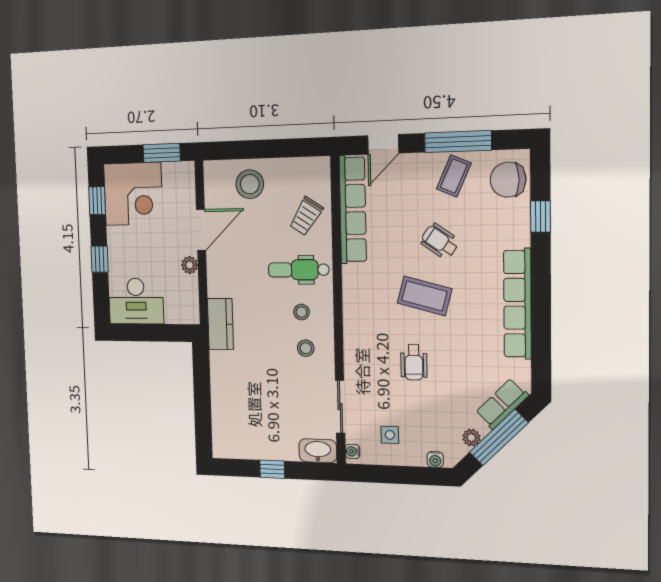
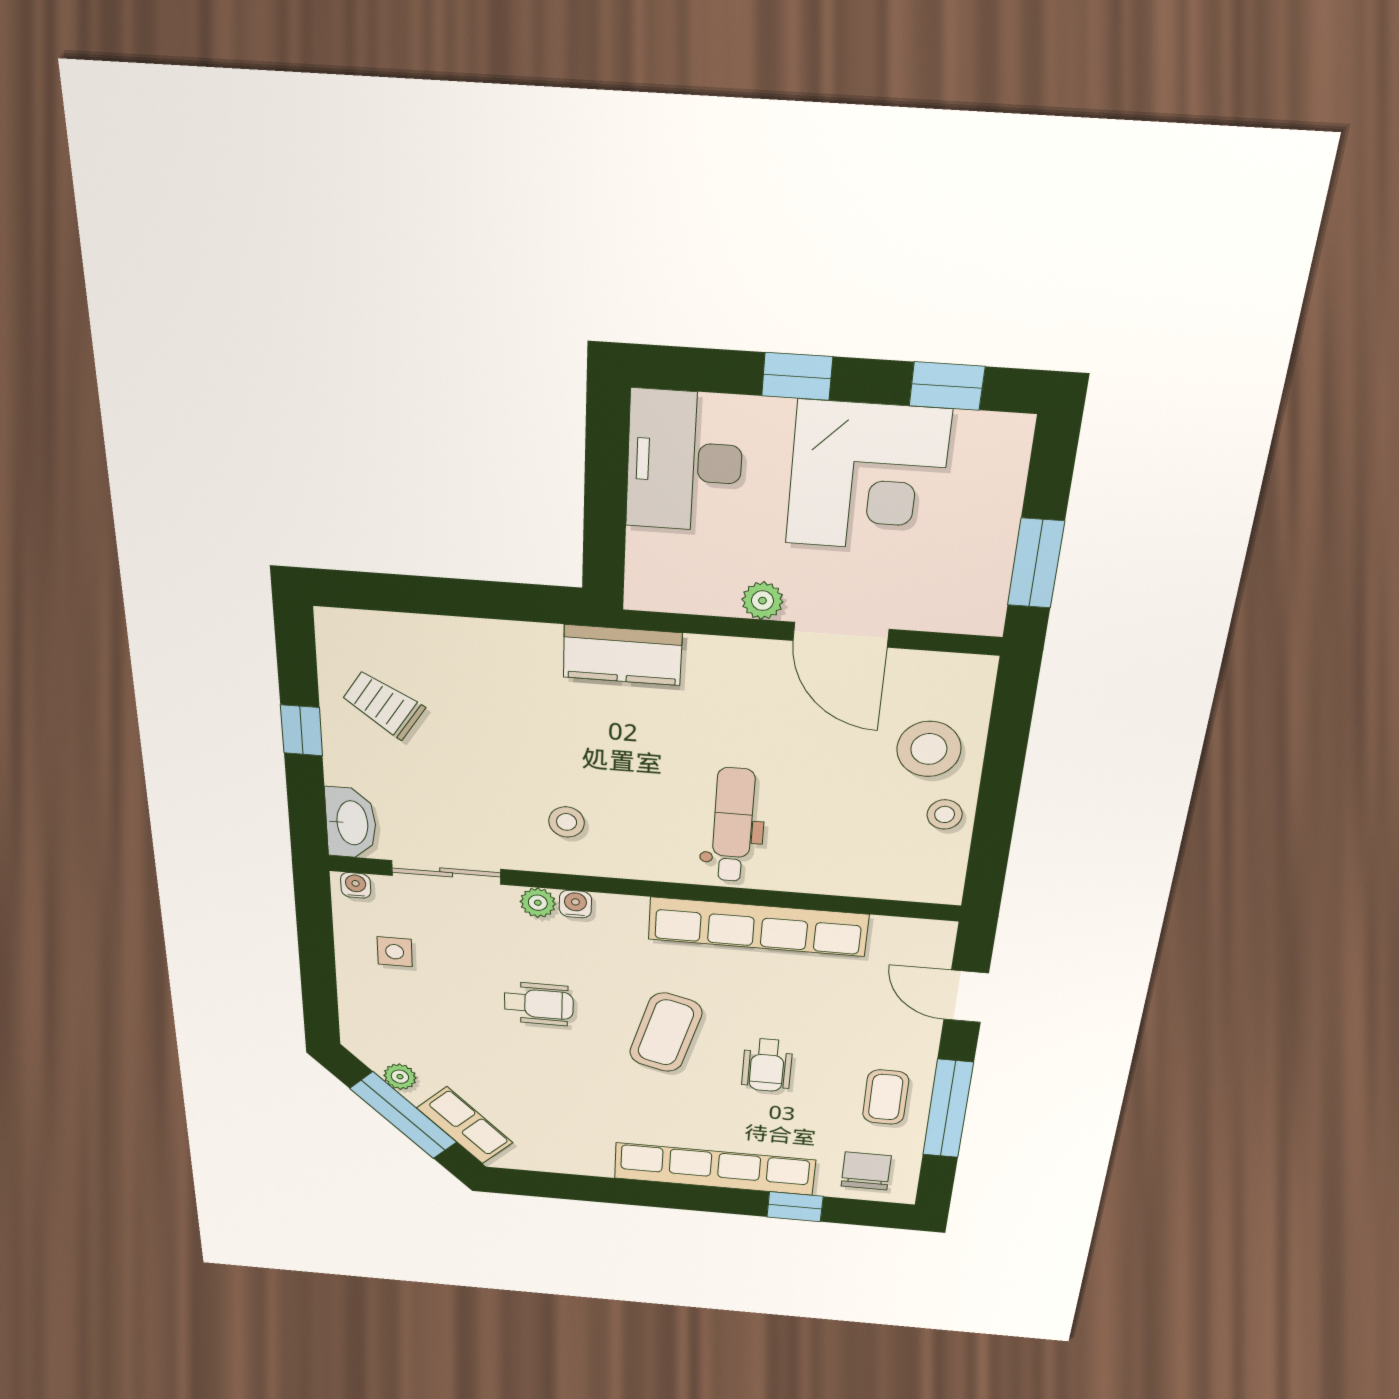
coffee table: (454, 176) -> (886, 1097), turned 66
chair: (508, 180) -> (866, 1171), width x0.73, depth x0.73
corner desk: (133, 194) -> (867, 477), moved, turned -90
row of seats: (353, 210) -> (758, 927), moved
trolley: (306, 216) -> (383, 705), moved
wheelchair: (440, 241) -> (767, 1065), turned 145
row of seats: (517, 304) -> (714, 1169), moved
stool: (302, 312) -> (945, 814), moved
plant: (352, 362) -> (538, 903), added
wheelchair: (414, 362) -> (539, 1004), turned 180
water cooler: (435, 459) -> (575, 904), moved, turned 90

